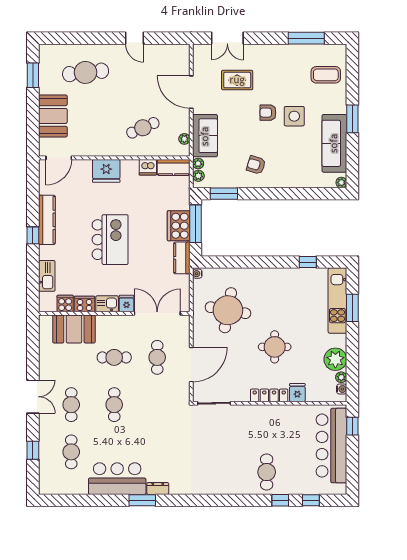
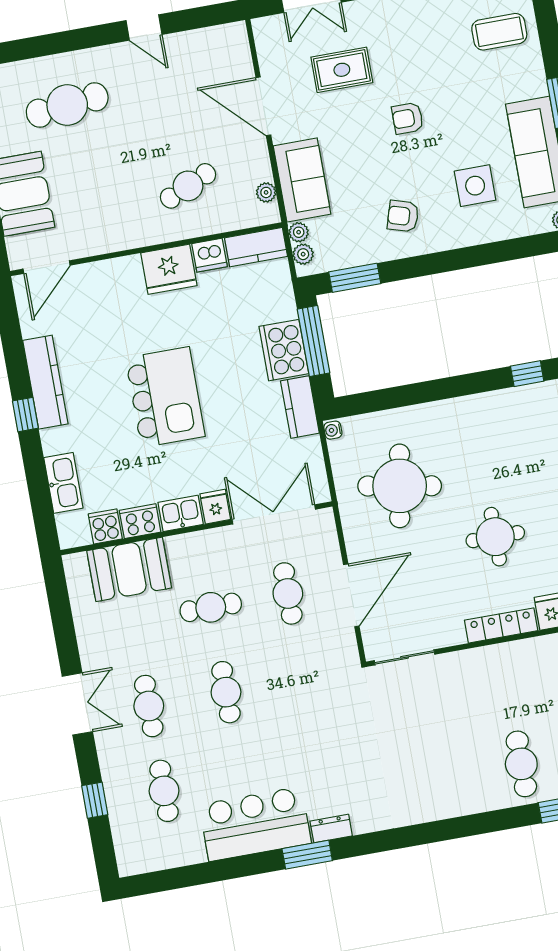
side table: (294, 116) -> (475, 186), moved
fridge: (106, 171) -> (169, 269), moved

